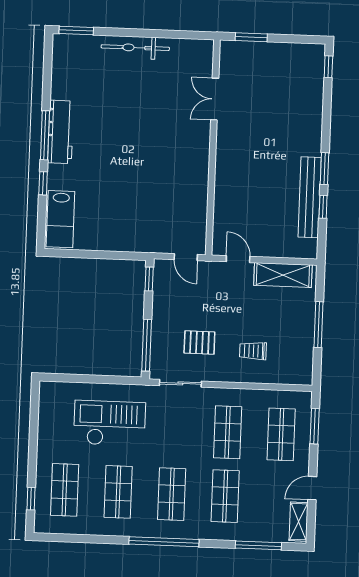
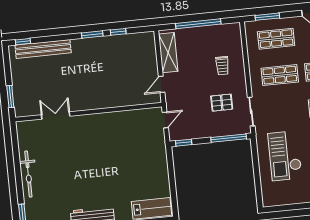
double door: (215, 99) -> (56, 115), swing flipped
bench: (310, 197) -> (43, 49), moved
window: (319, 325) -> (198, 24), width x1.46
pallet: (199, 343) -> (222, 103), turned 90

